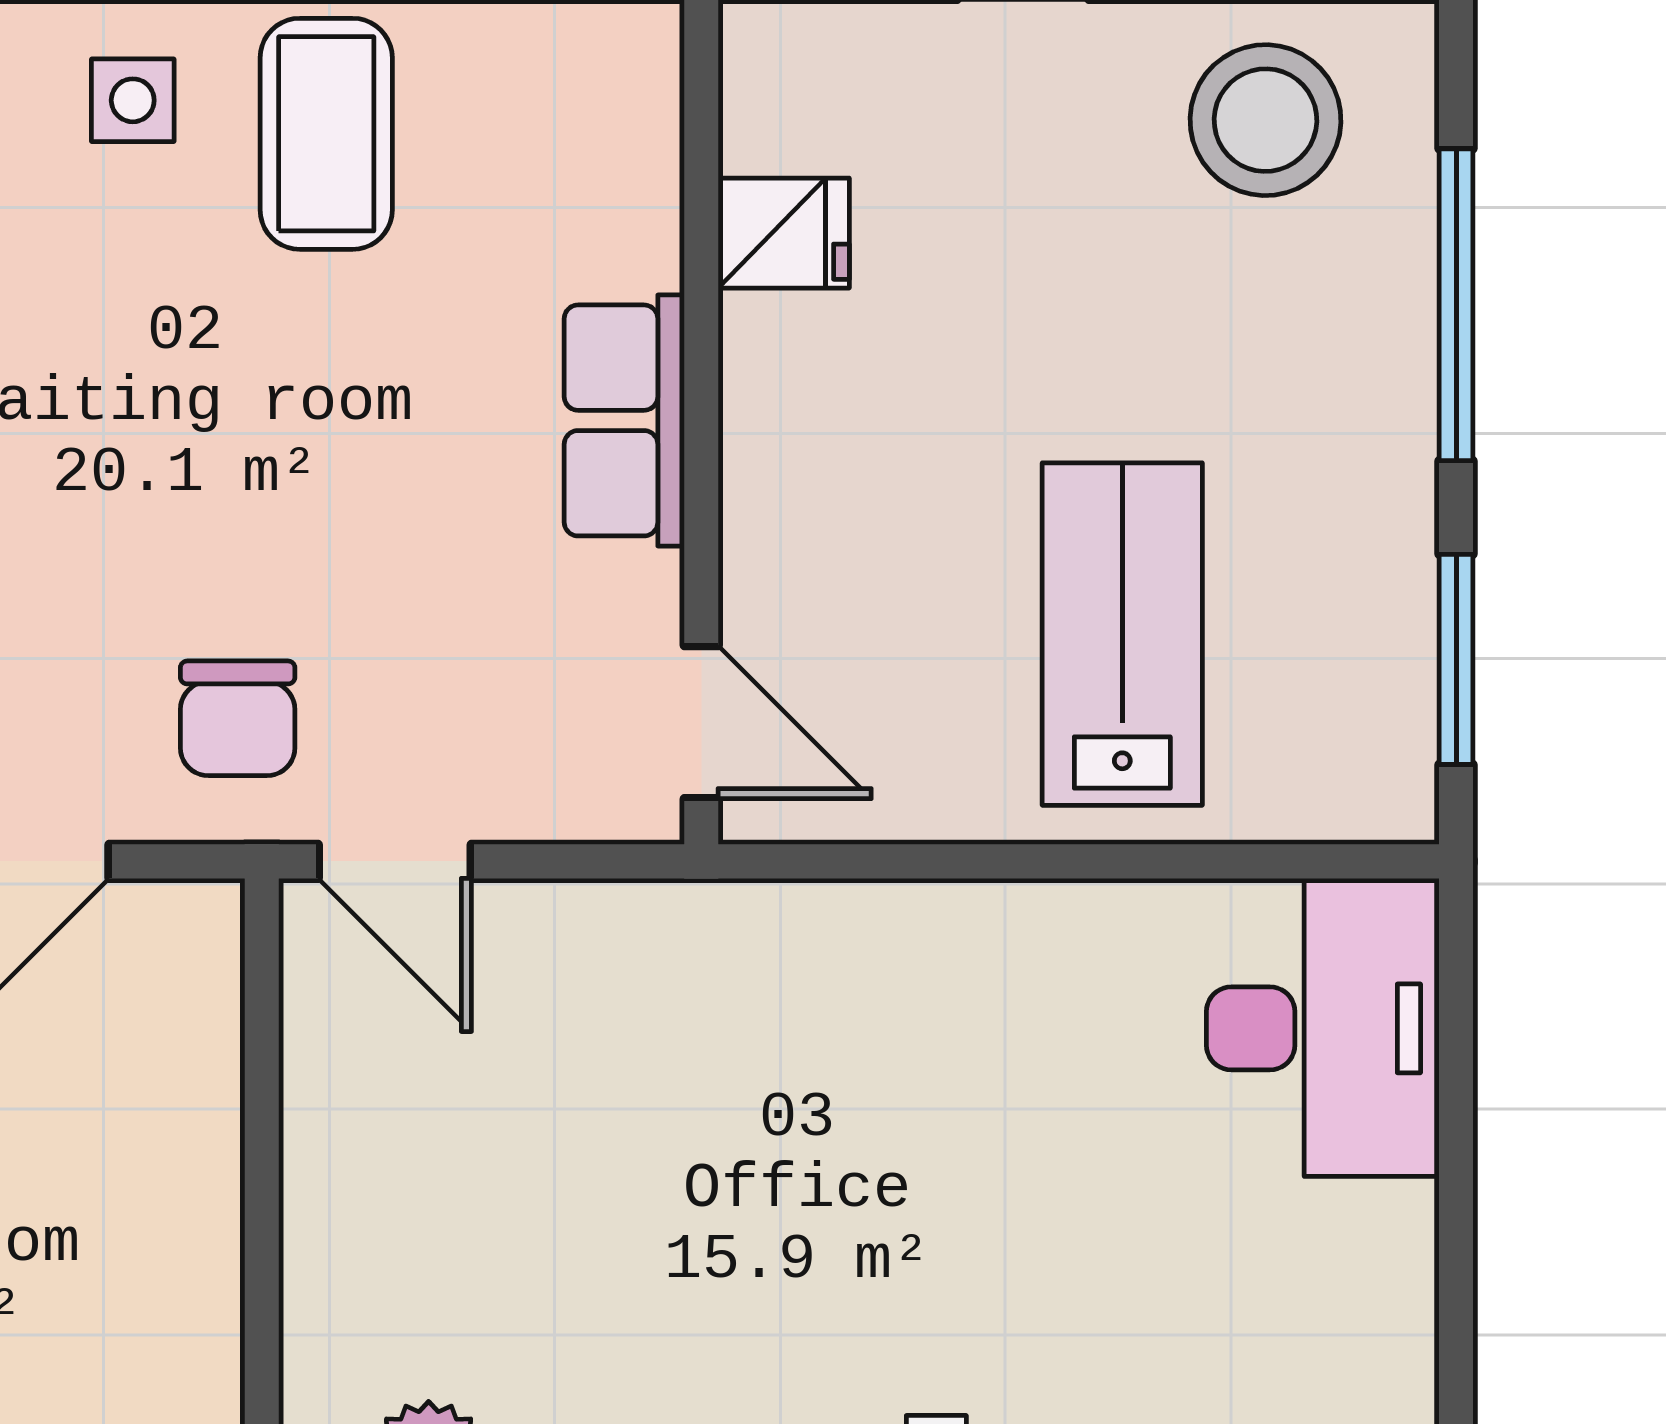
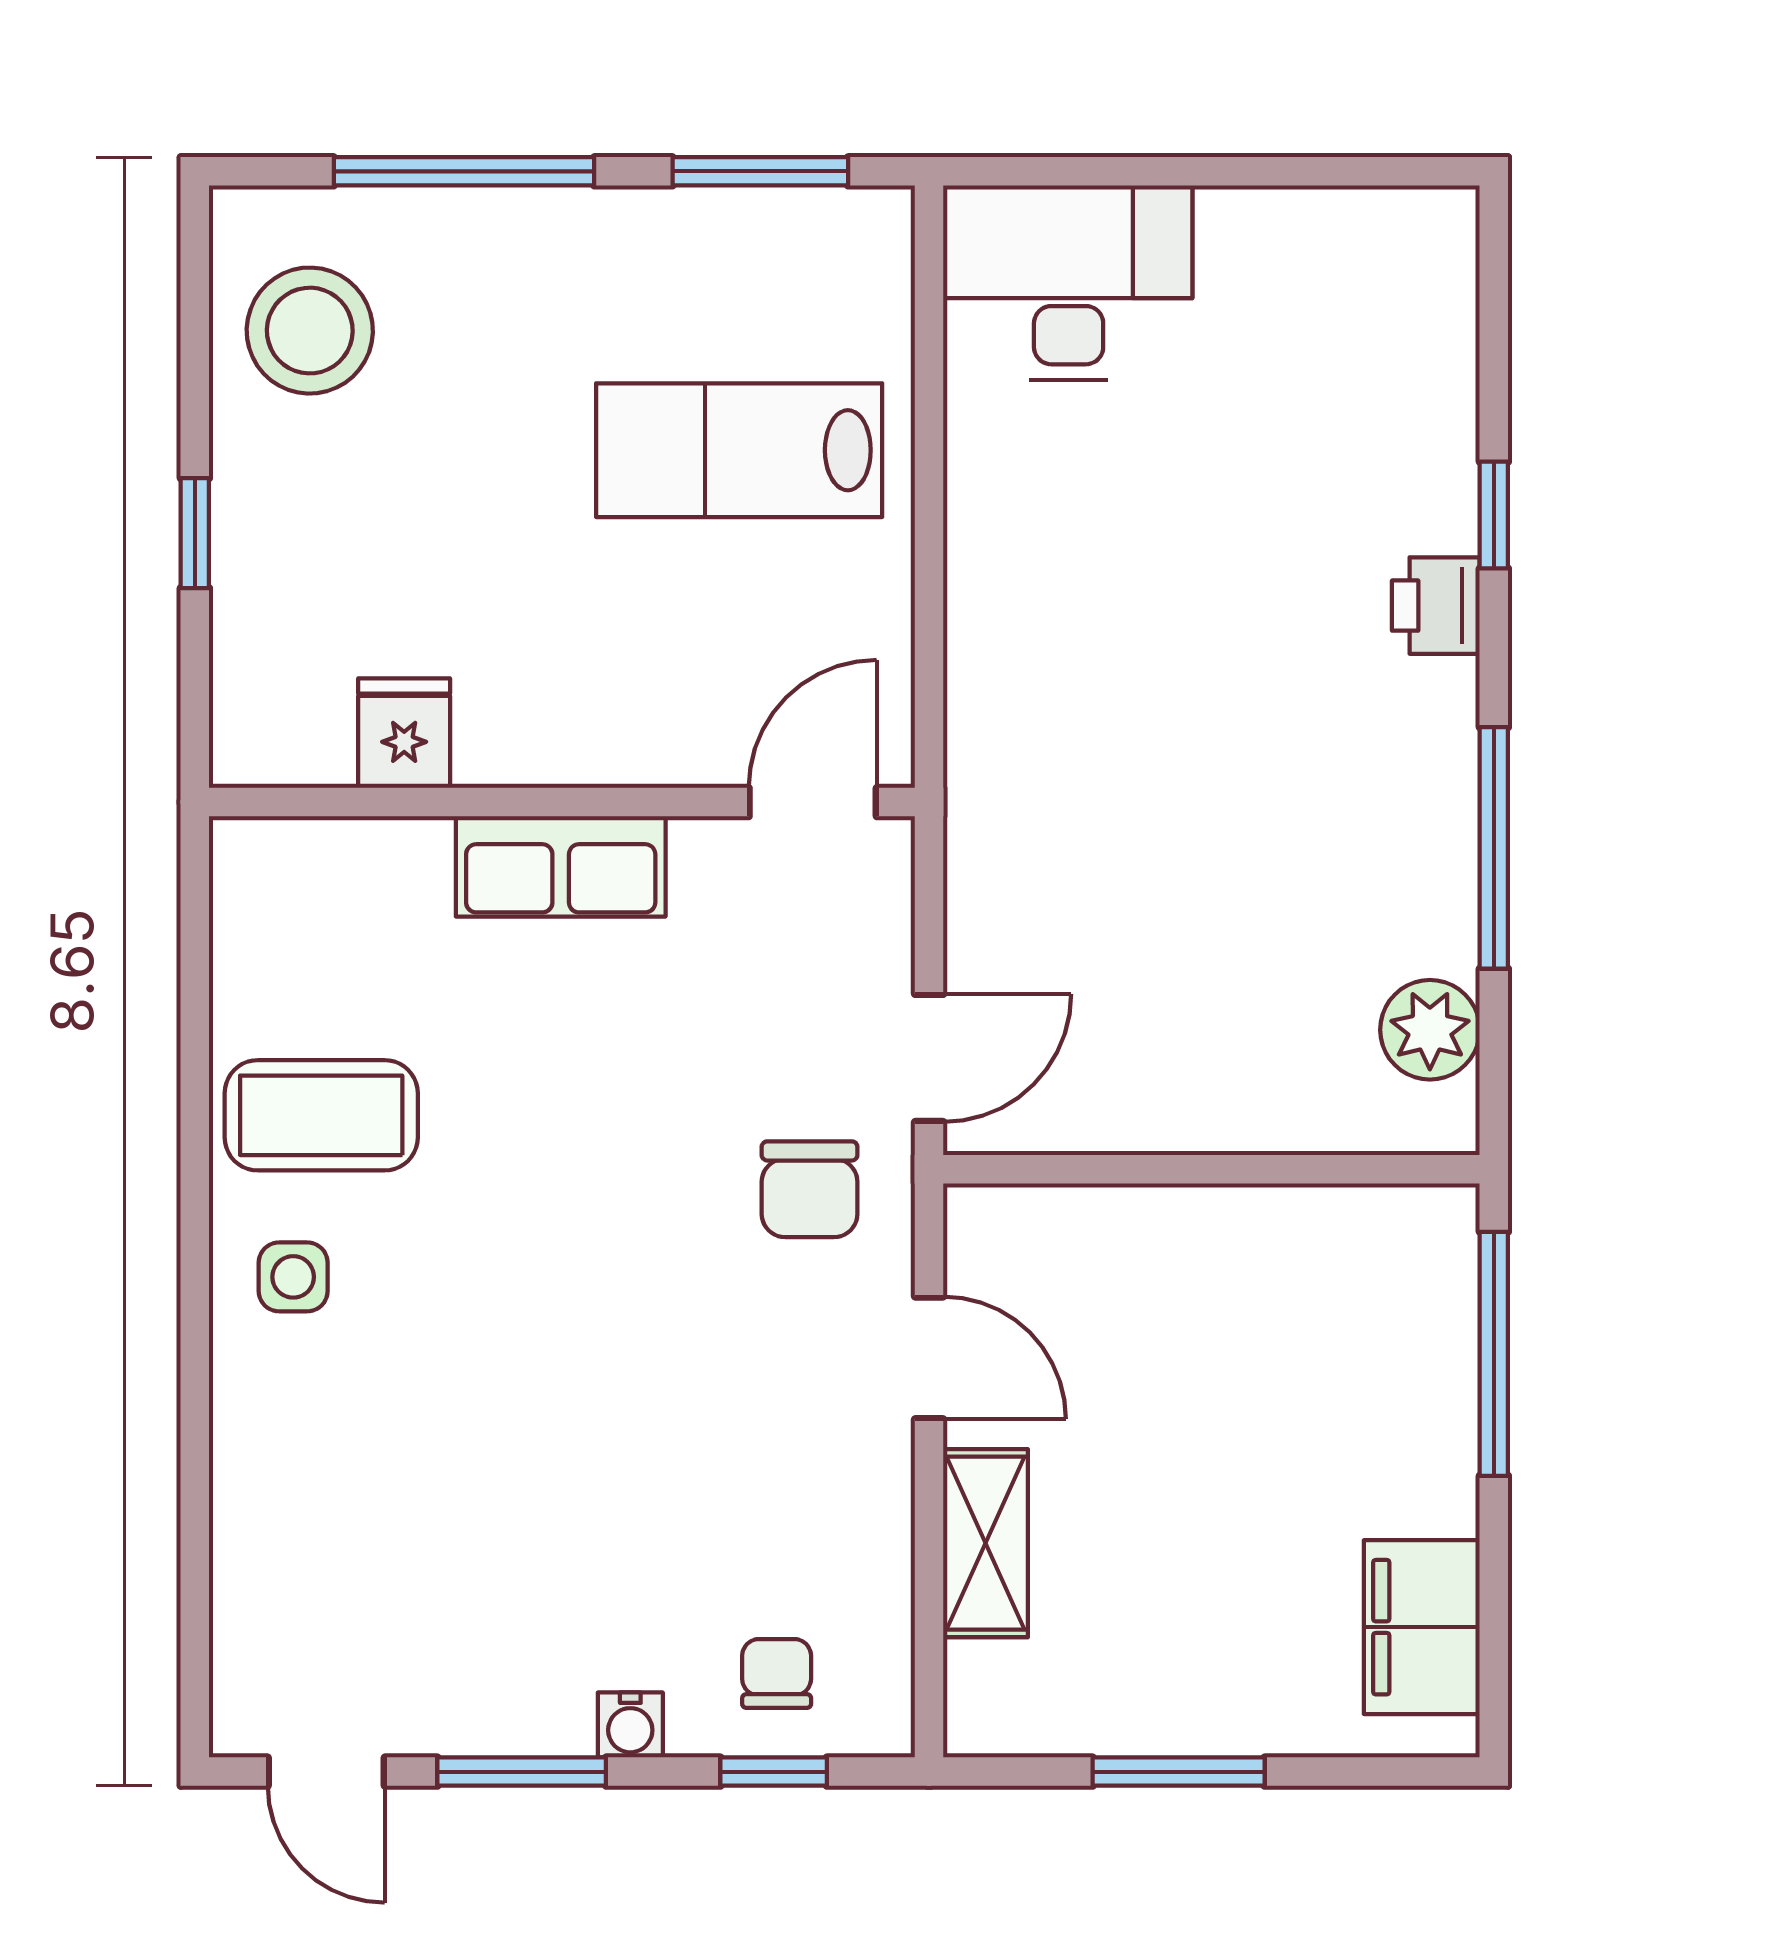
chair: (238, 718) -> (810, 1189), turned 90

